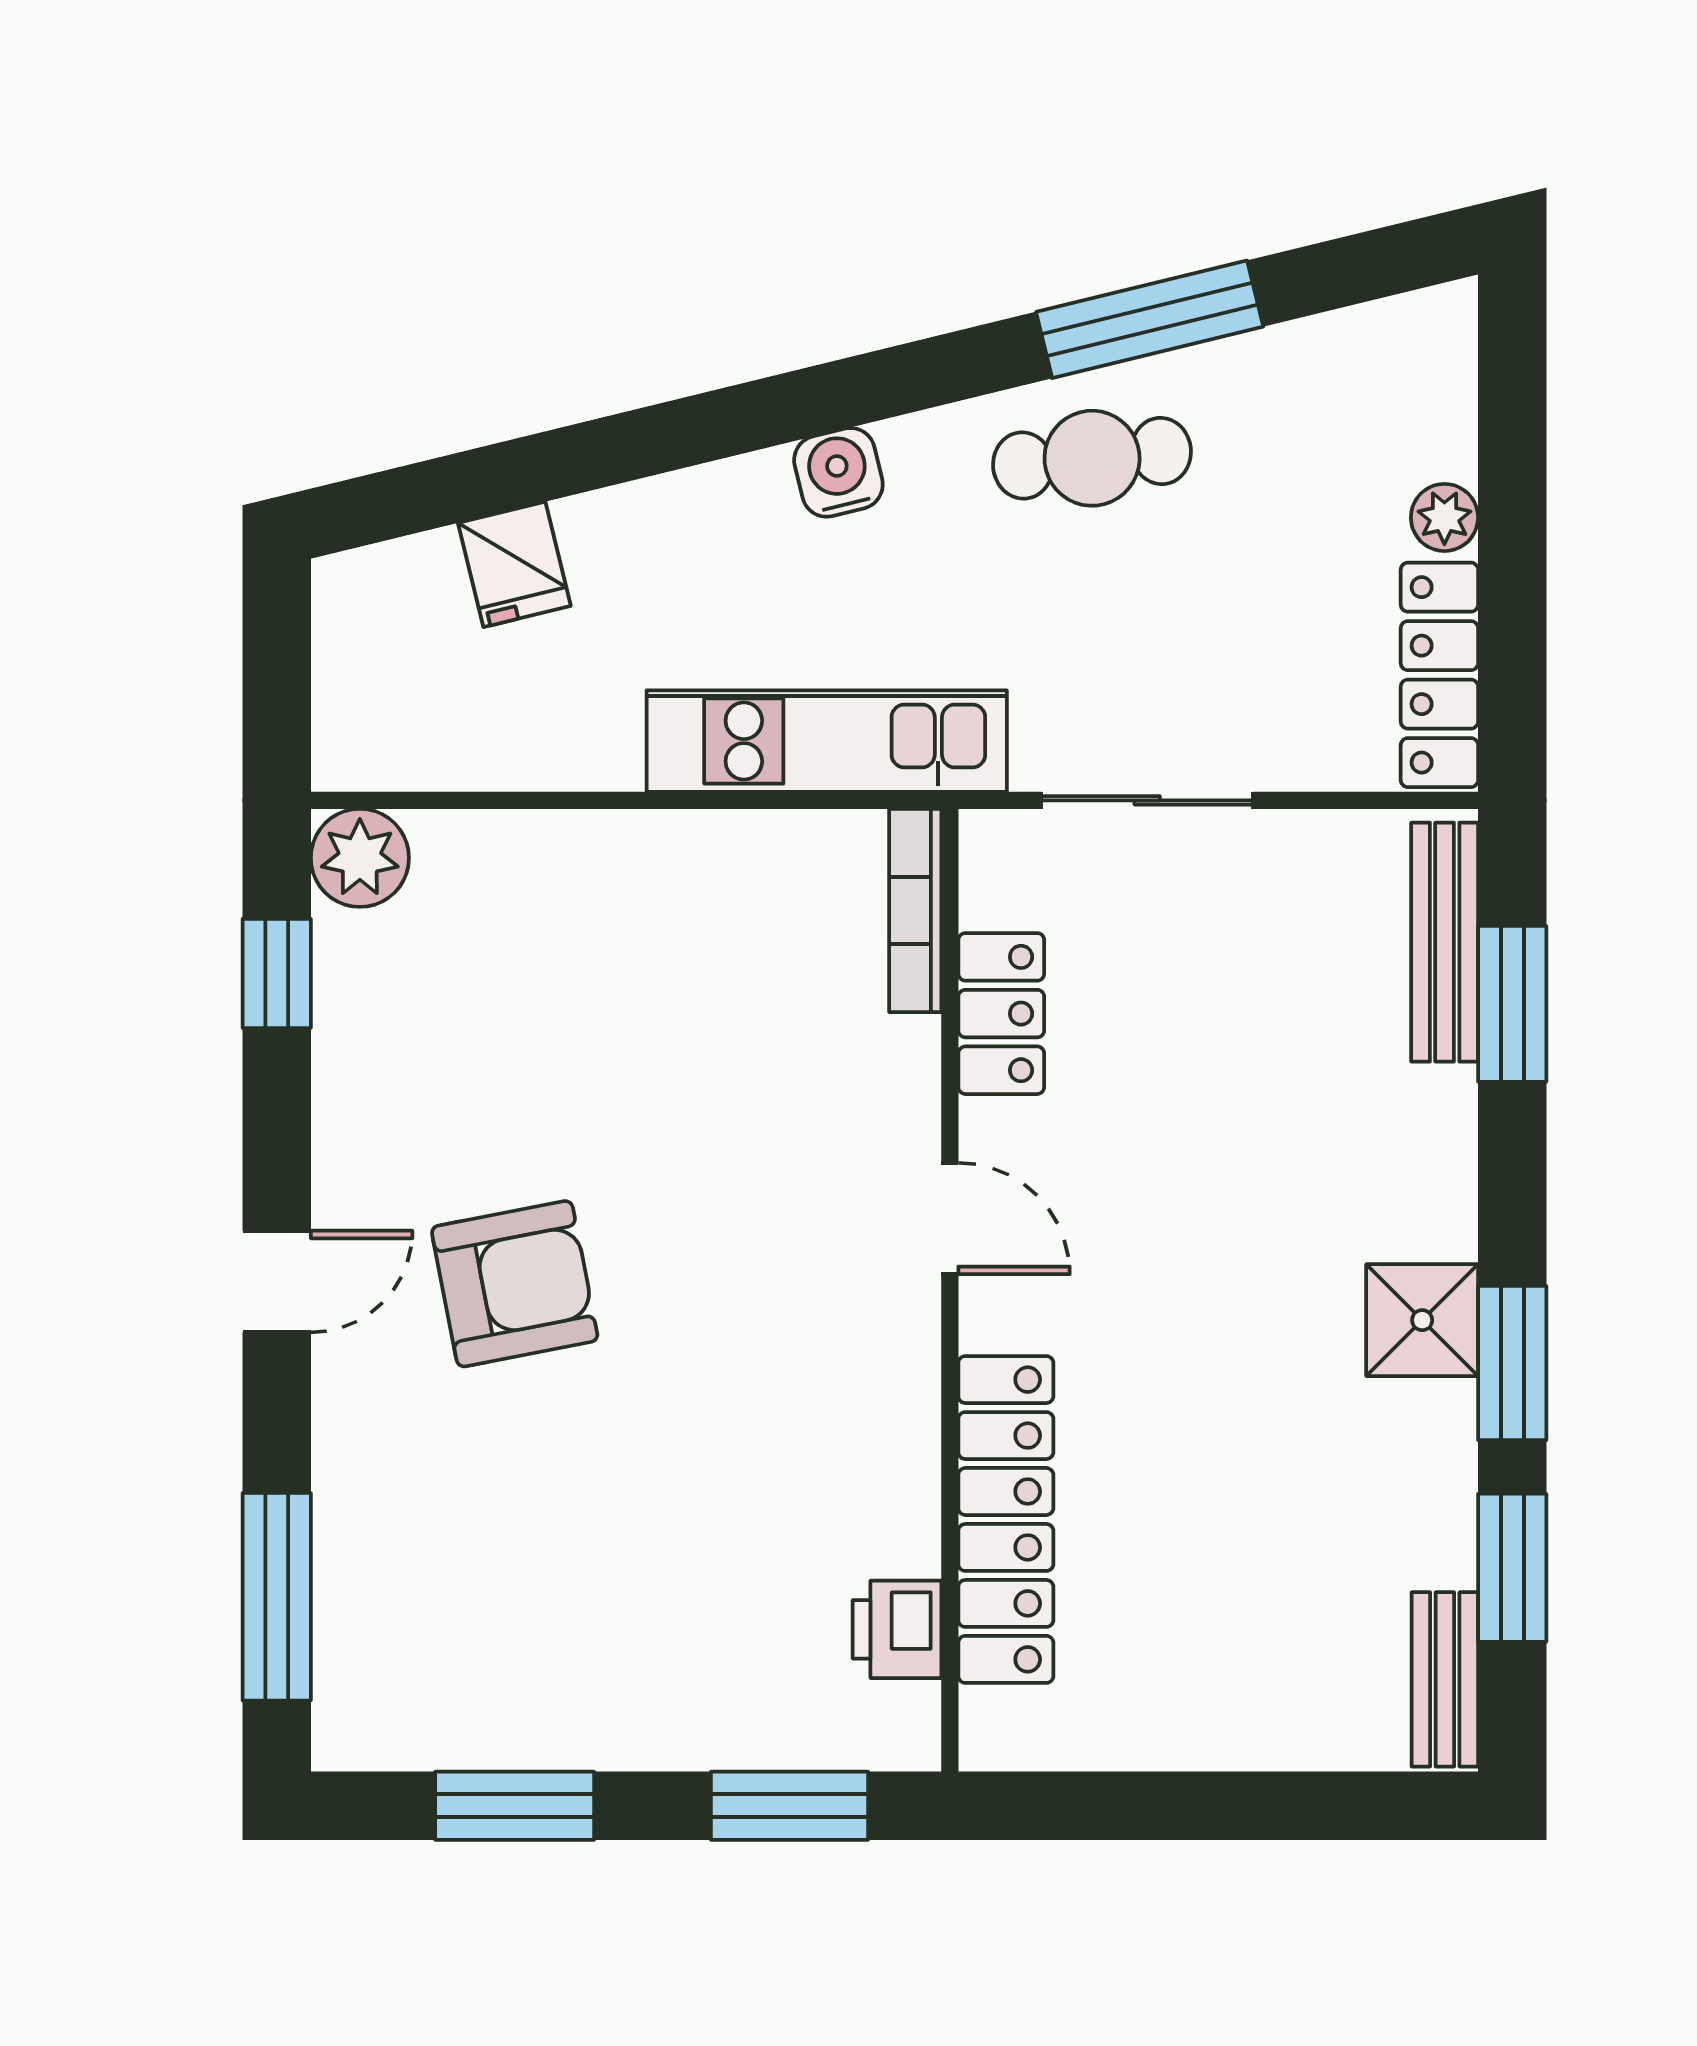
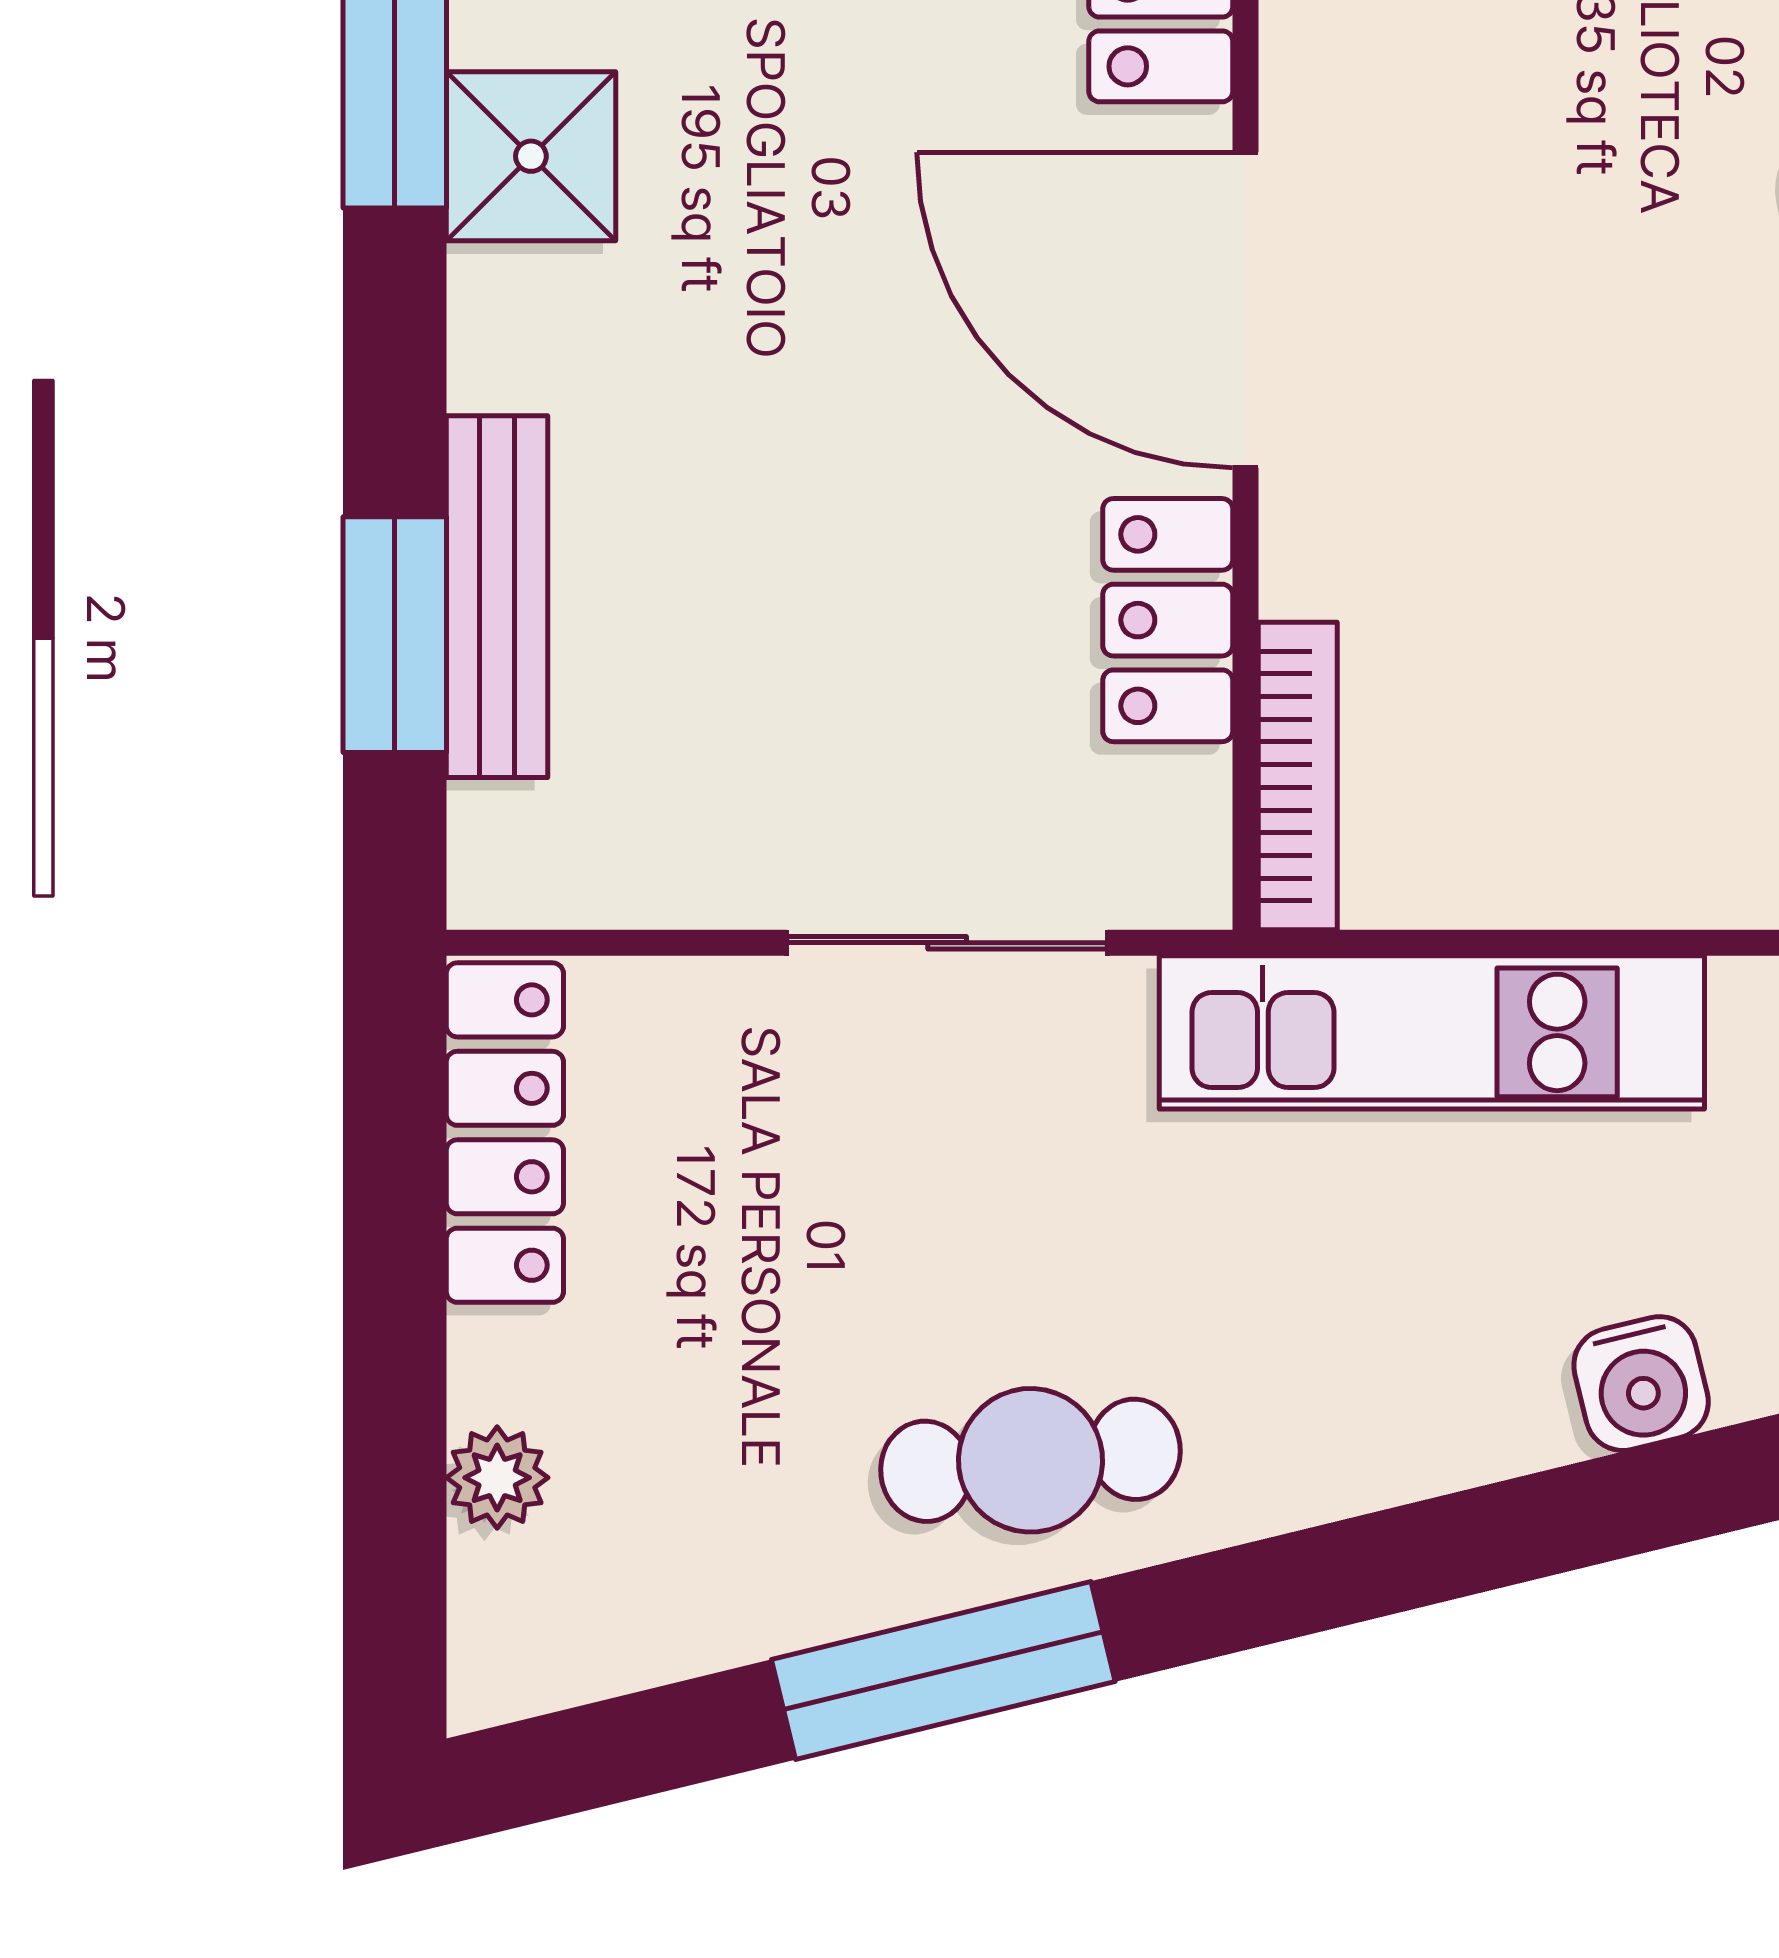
water cooler: (838, 472) -> (1641, 1384), moved
plant: (1444, 517) -> (497, 1478), moved
bench: (1445, 942) -> (497, 597), moved
door: (950, 1218) -> (1246, 310), width x1.88

